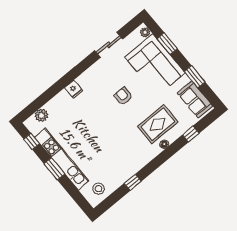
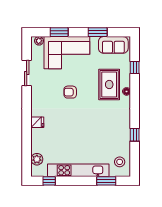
window: (54, 169) -> (106, 181), moved

